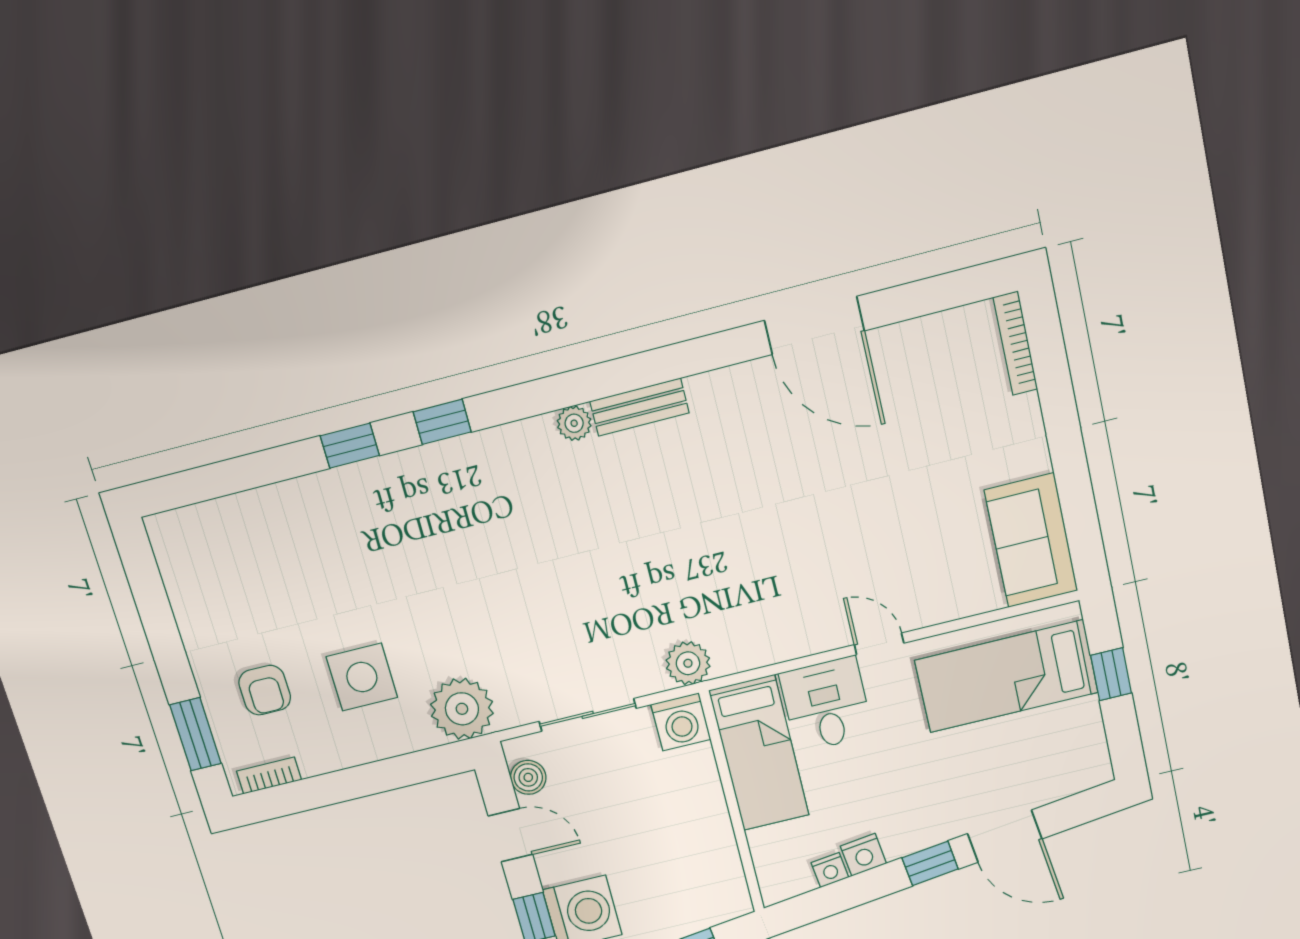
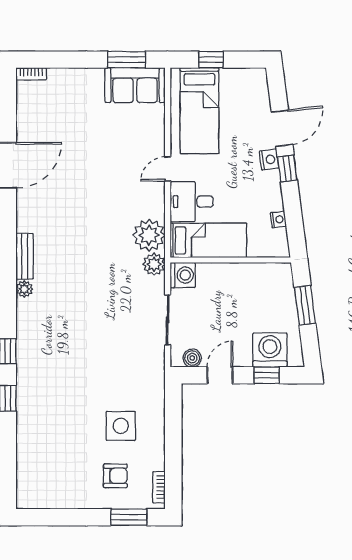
bookcase: (1015, 343) -> (31, 74), width x0.64
window: (1079, 511) -> (127, 60), added
plant: (462, 709) -> (149, 235), moved
nightstand: (863, 855) -> (269, 160), moved

